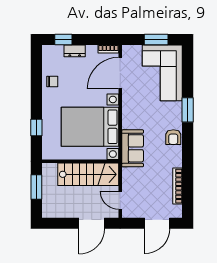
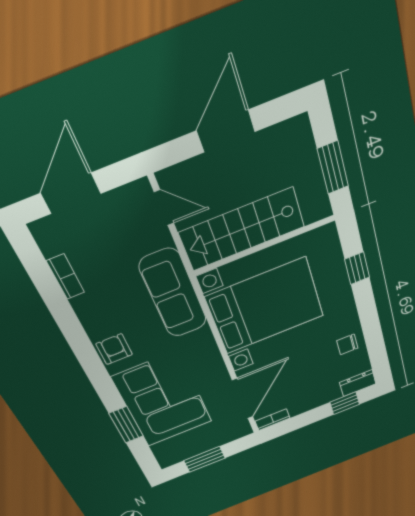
dresser: (75, 51) -> (358, 383), moved
corner sofa: (162, 73) -> (163, 400), moved
window: (188, 110) -> (126, 425), moved
sofa: (133, 148) -> (173, 293), width x1.36
bookcase: (178, 186) -> (66, 277), width x0.64
door: (92, 223) -> (226, 131), moved

